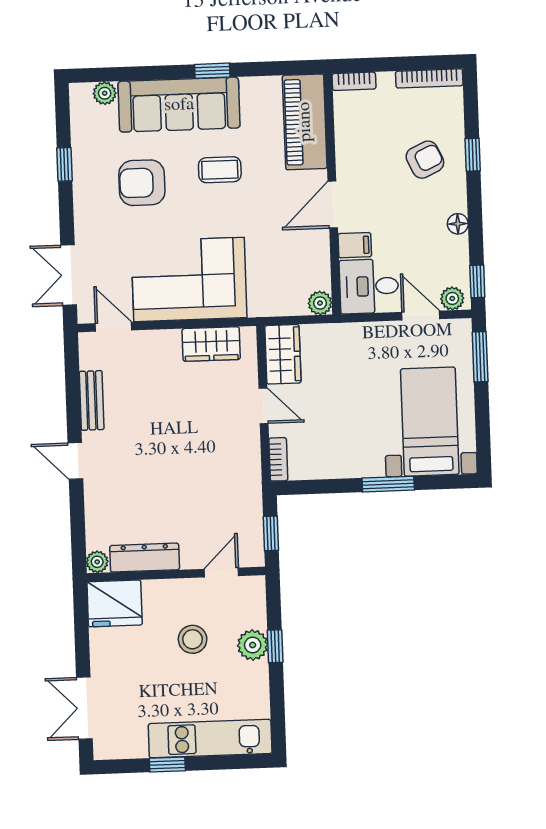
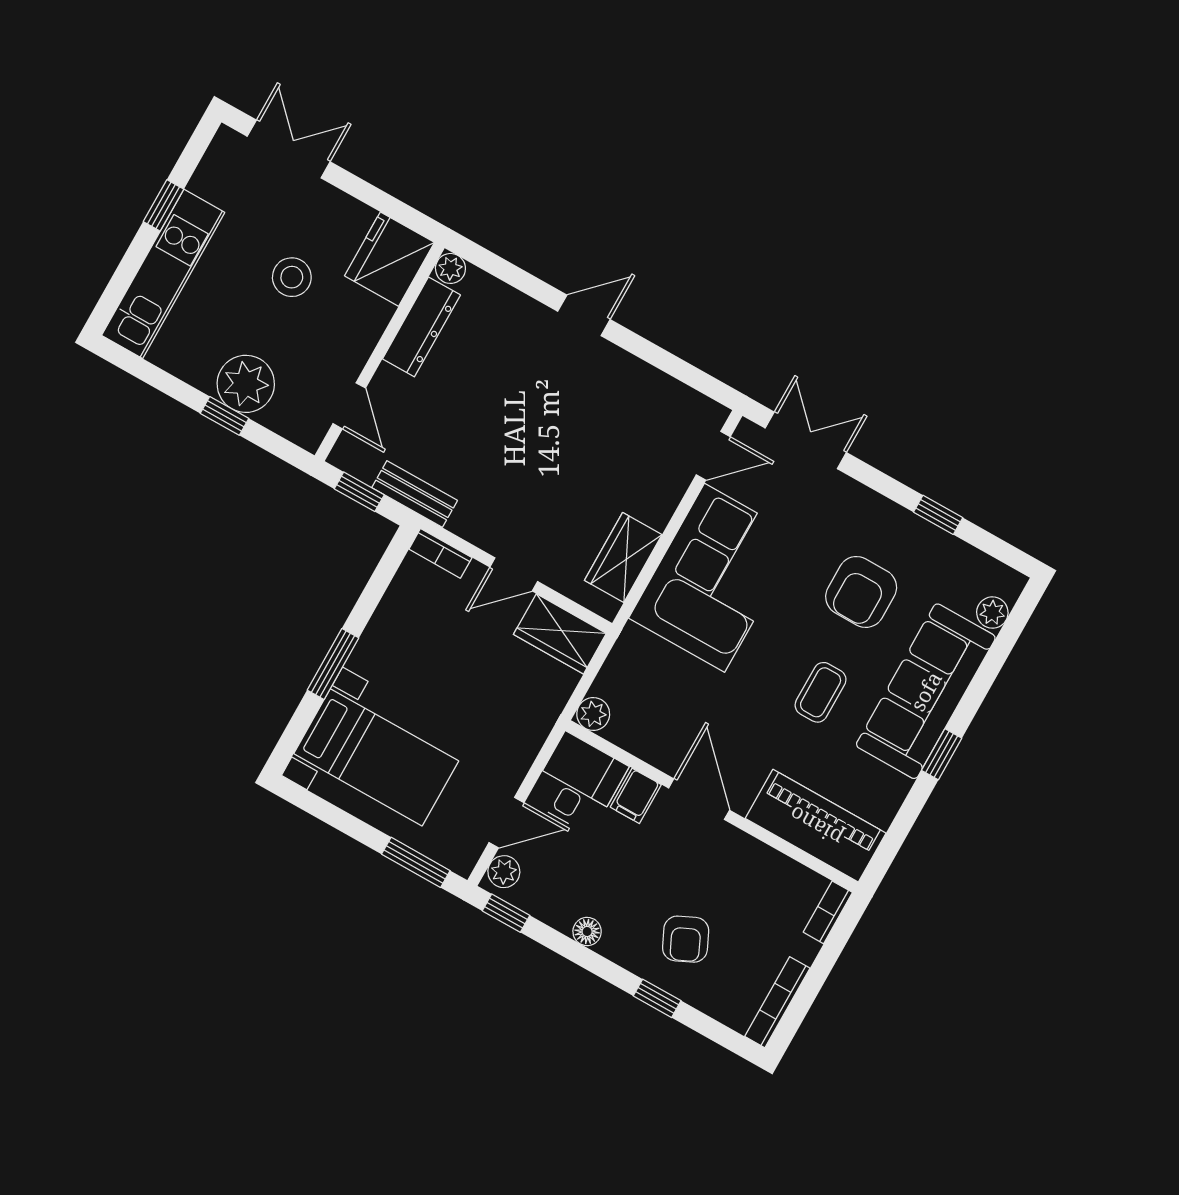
armchair: (142, 183) -> (861, 592), turned 180
bench: (92, 400) -> (415, 494), moved
stool: (193, 639) -> (292, 277), moved
plant: (253, 645) -> (246, 384), width x1.36, depth x1.36

